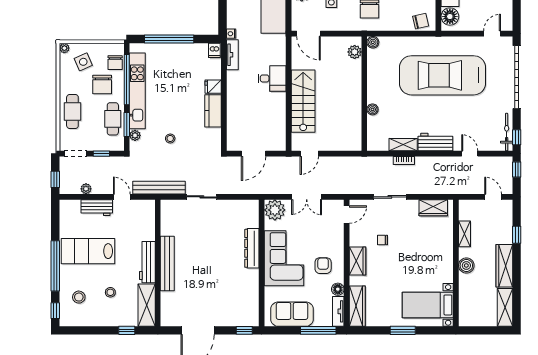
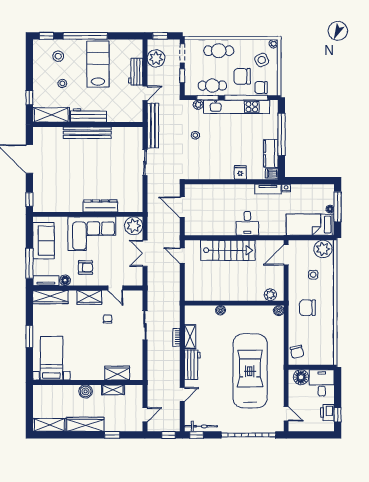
kitchen counter: (213, 111) -> (271, 153), moved, turned -90
plant: (86, 189) -> (156, 58), width x1.87, depth x1.87
wardrobe: (433, 208) -> (117, 373), moved, turned 90
door: (347, 215) -> (115, 288), moved

